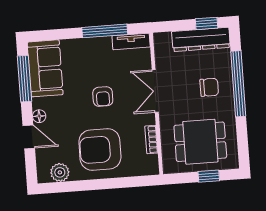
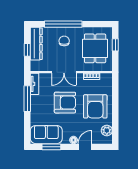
window: (206, 23) -> (27, 50), moved
window: (24, 79) -> (51, 147), width x0.69
armchair: (103, 97) -> (65, 103), width x1.88, depth x1.88

